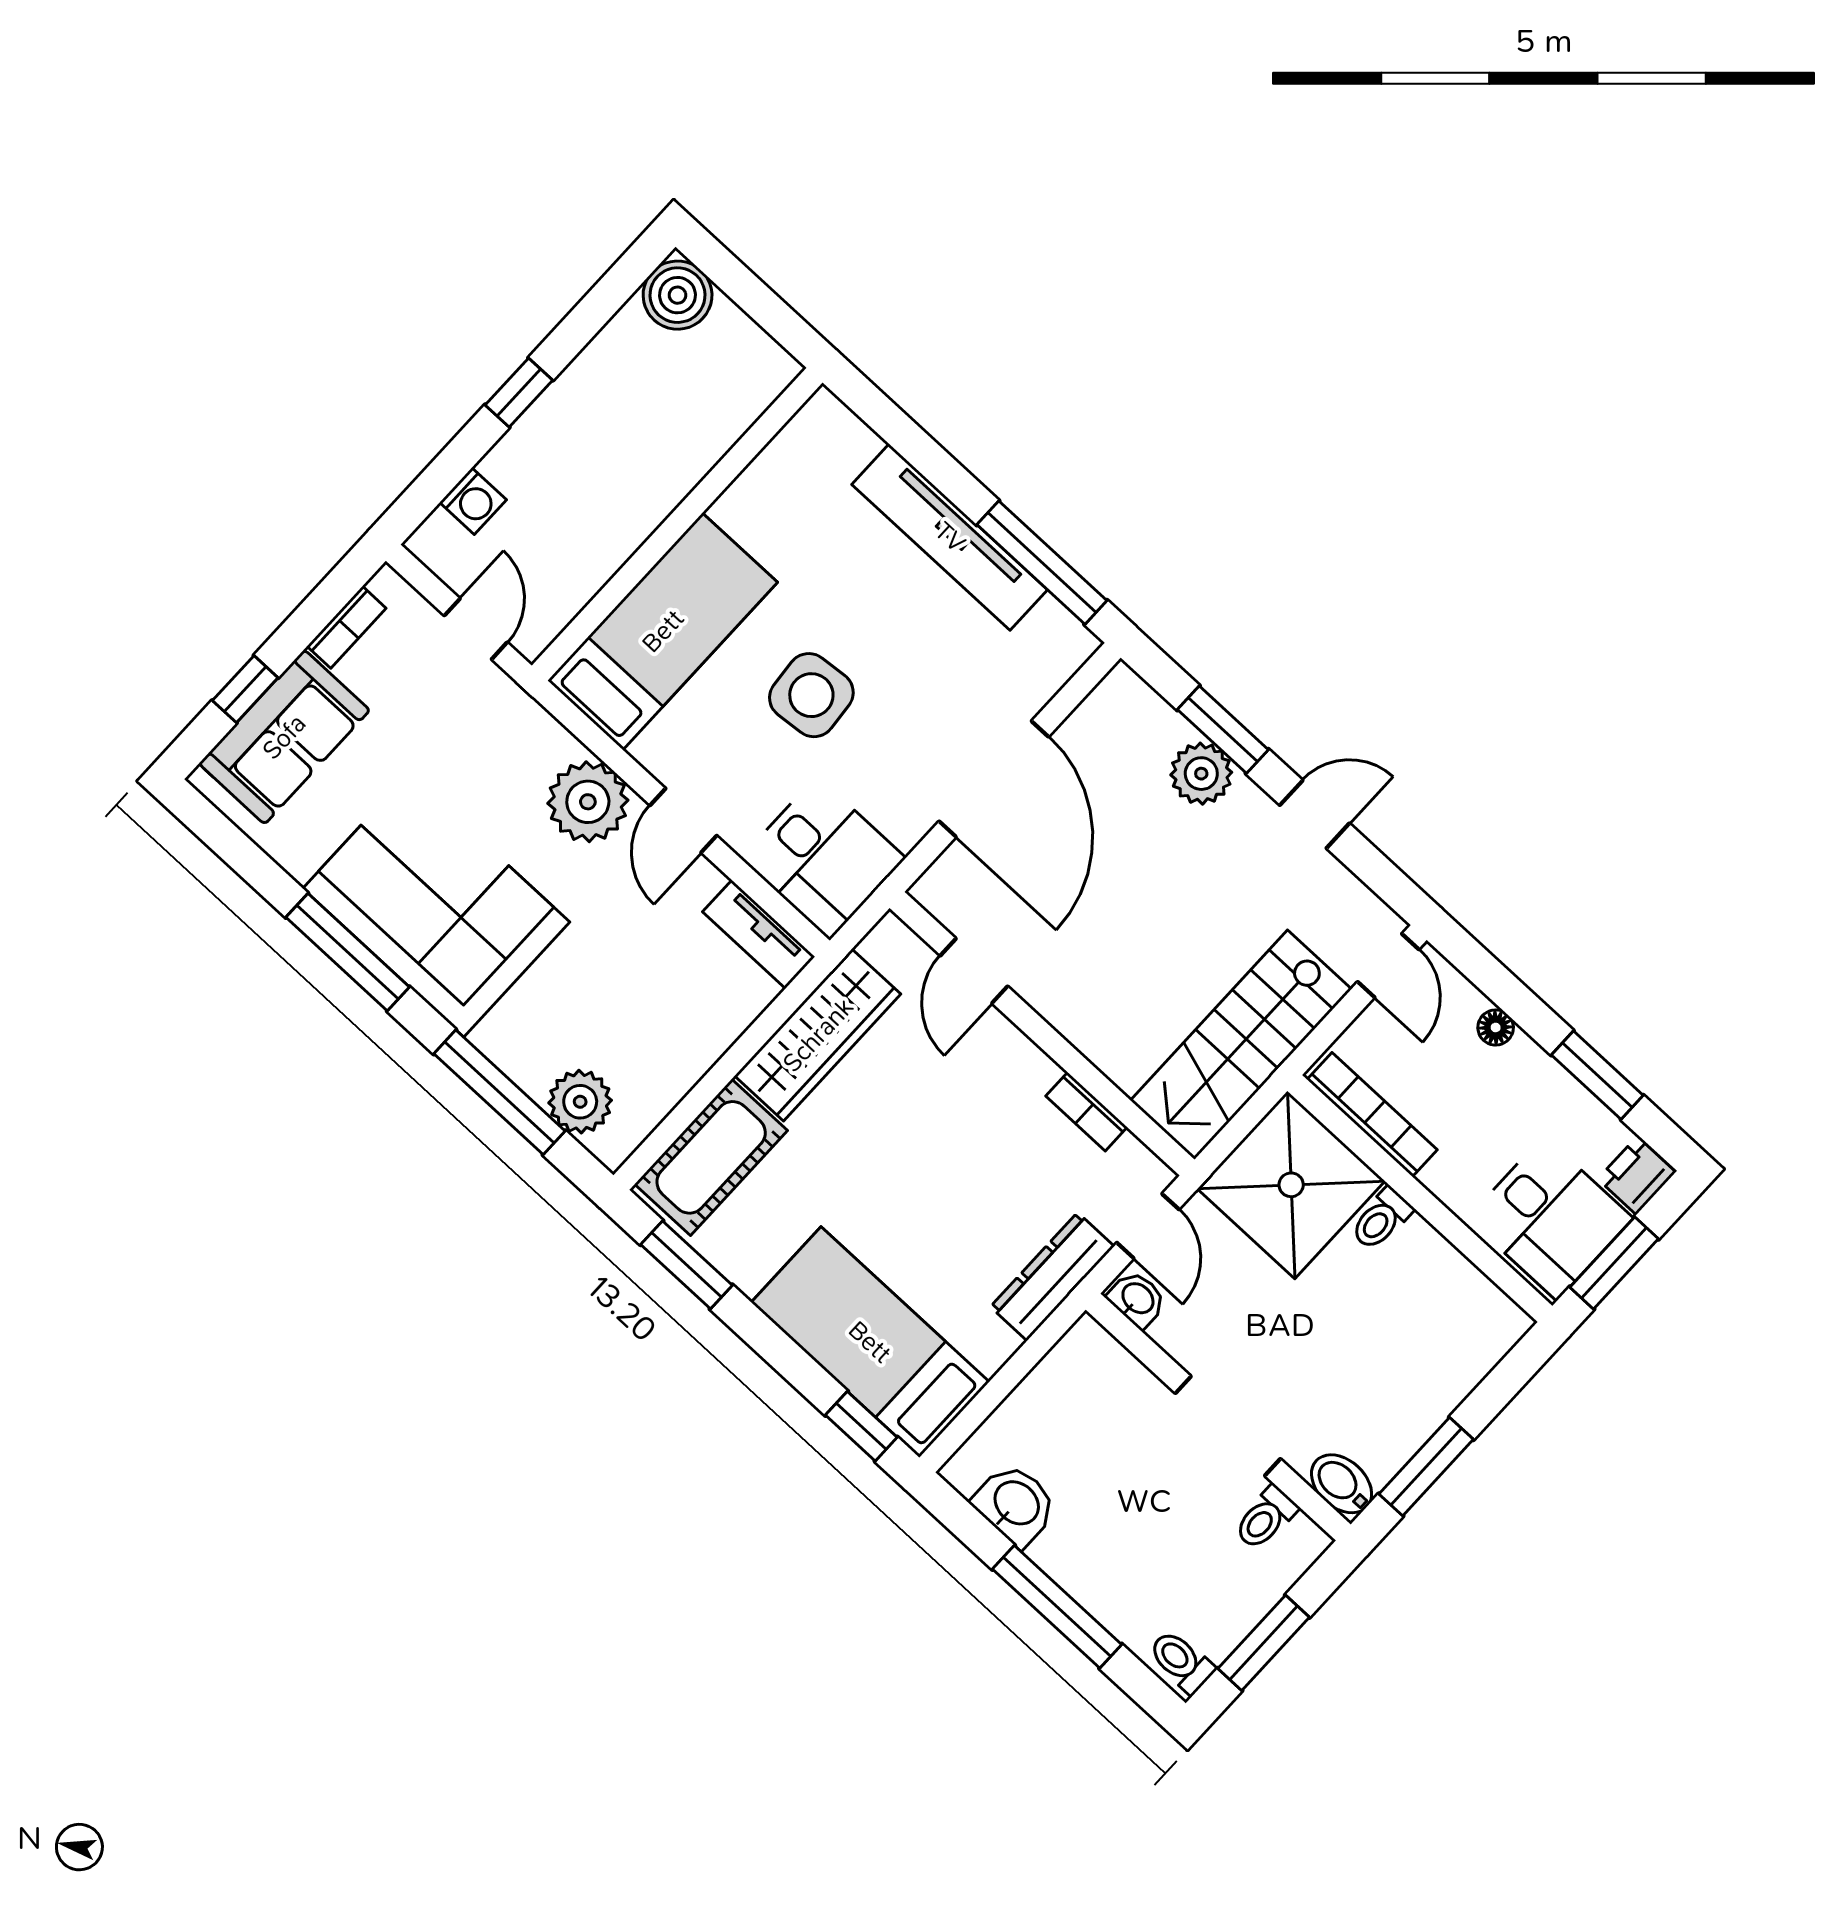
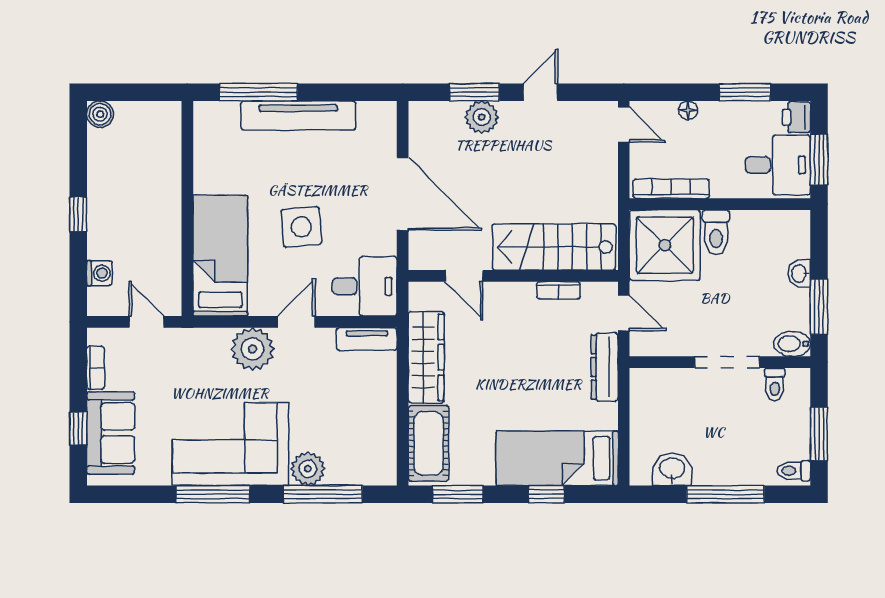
boiler: (678, 295) -> (100, 114), width x0.73, depth x0.73
window: (1042, 563) -> (259, 92), moved
door: (683, 820) -> (296, 322), swing flipped
stairs: (1241, 1045) -> (554, 247), moved, turned 90
plant: (580, 1102) -> (308, 469), moved
toilet: (1381, 1219) -> (716, 232), width x1.37, depth x1.39
washbasin: (1137, 1299) -> (799, 273), moved, turned -90
window: (861, 1426) -> (546, 494), moved

